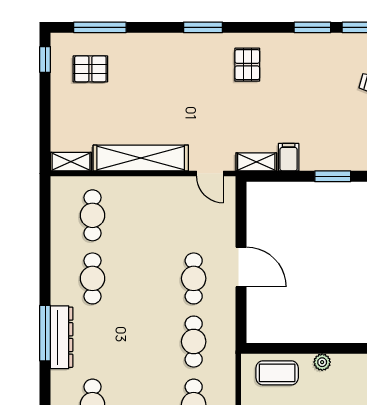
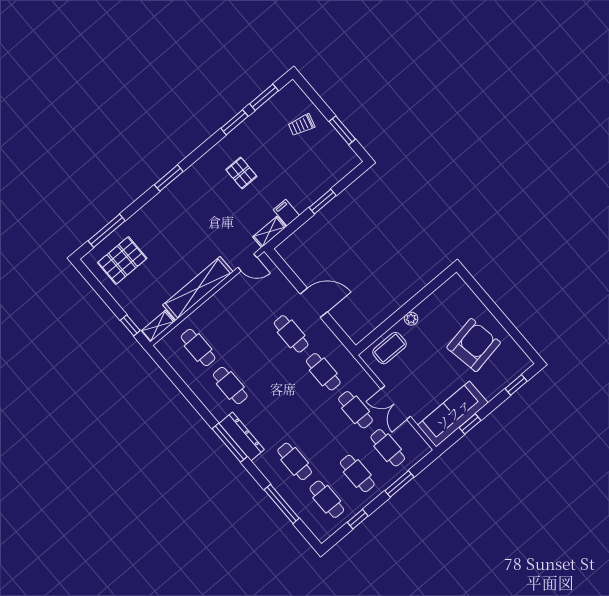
window: (45, 59) -> (130, 325), moved
pallet: (247, 65) -> (241, 173), moved
pallet: (90, 69) -> (122, 261), width x1.50, depth x1.42

